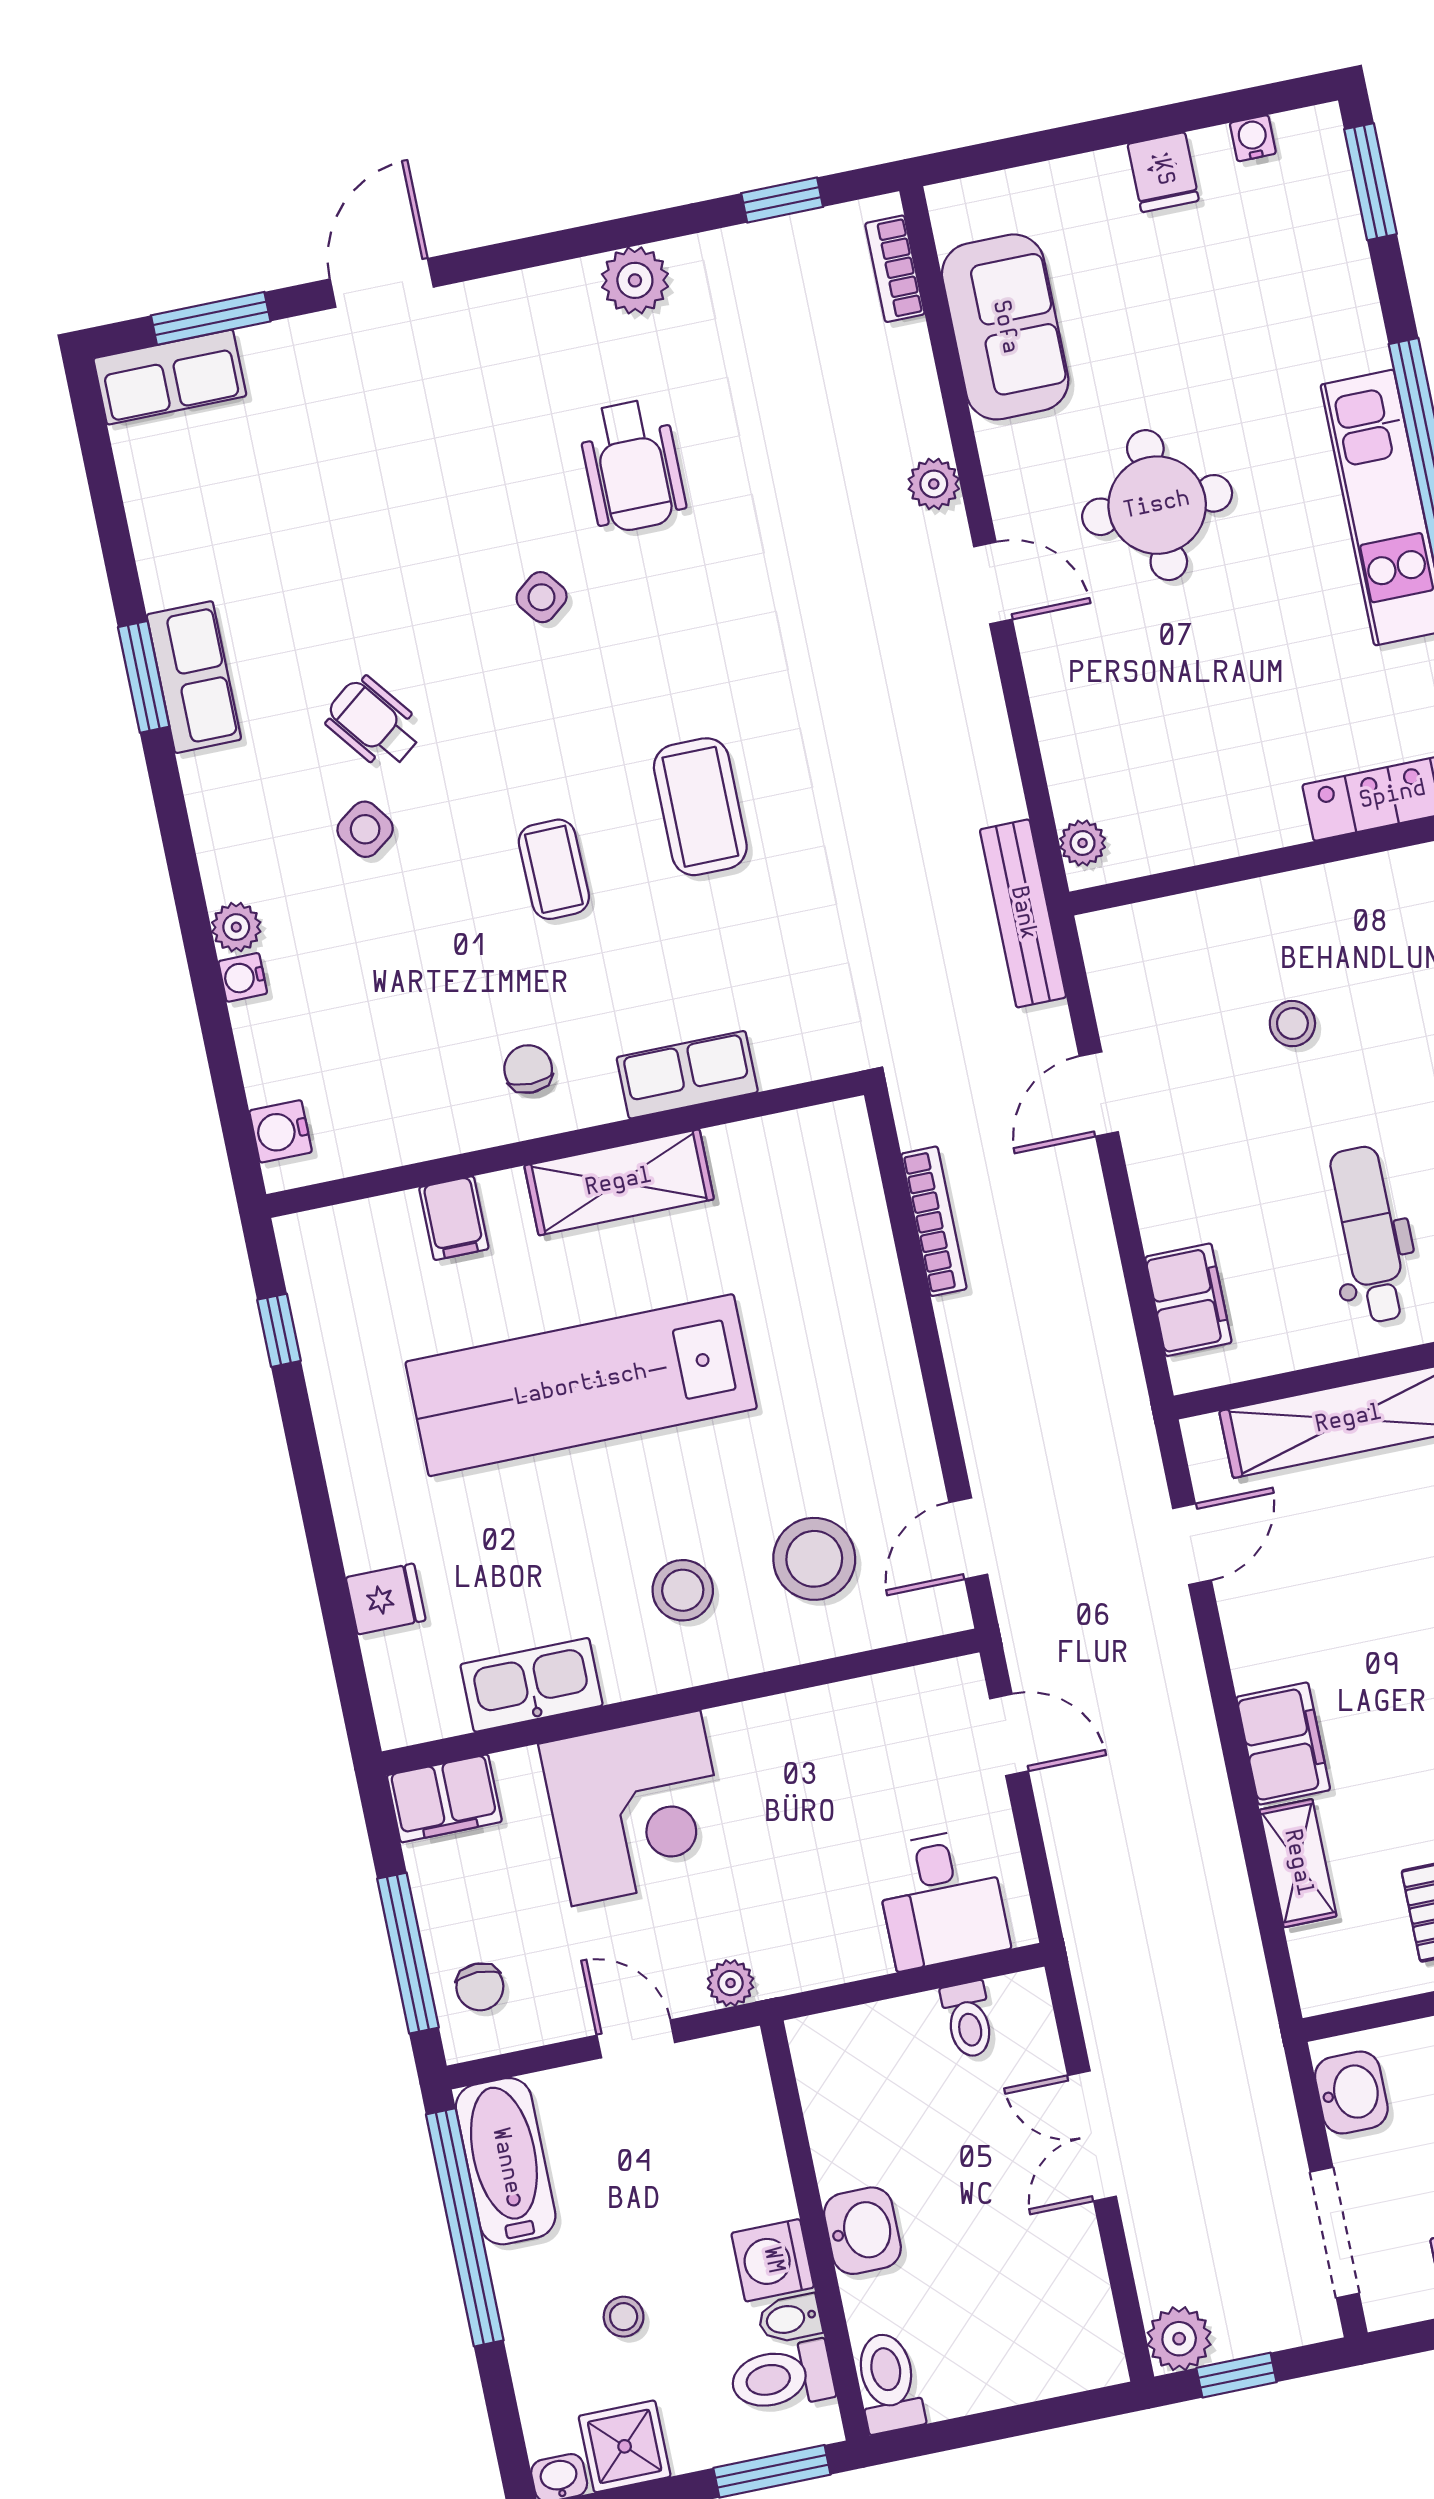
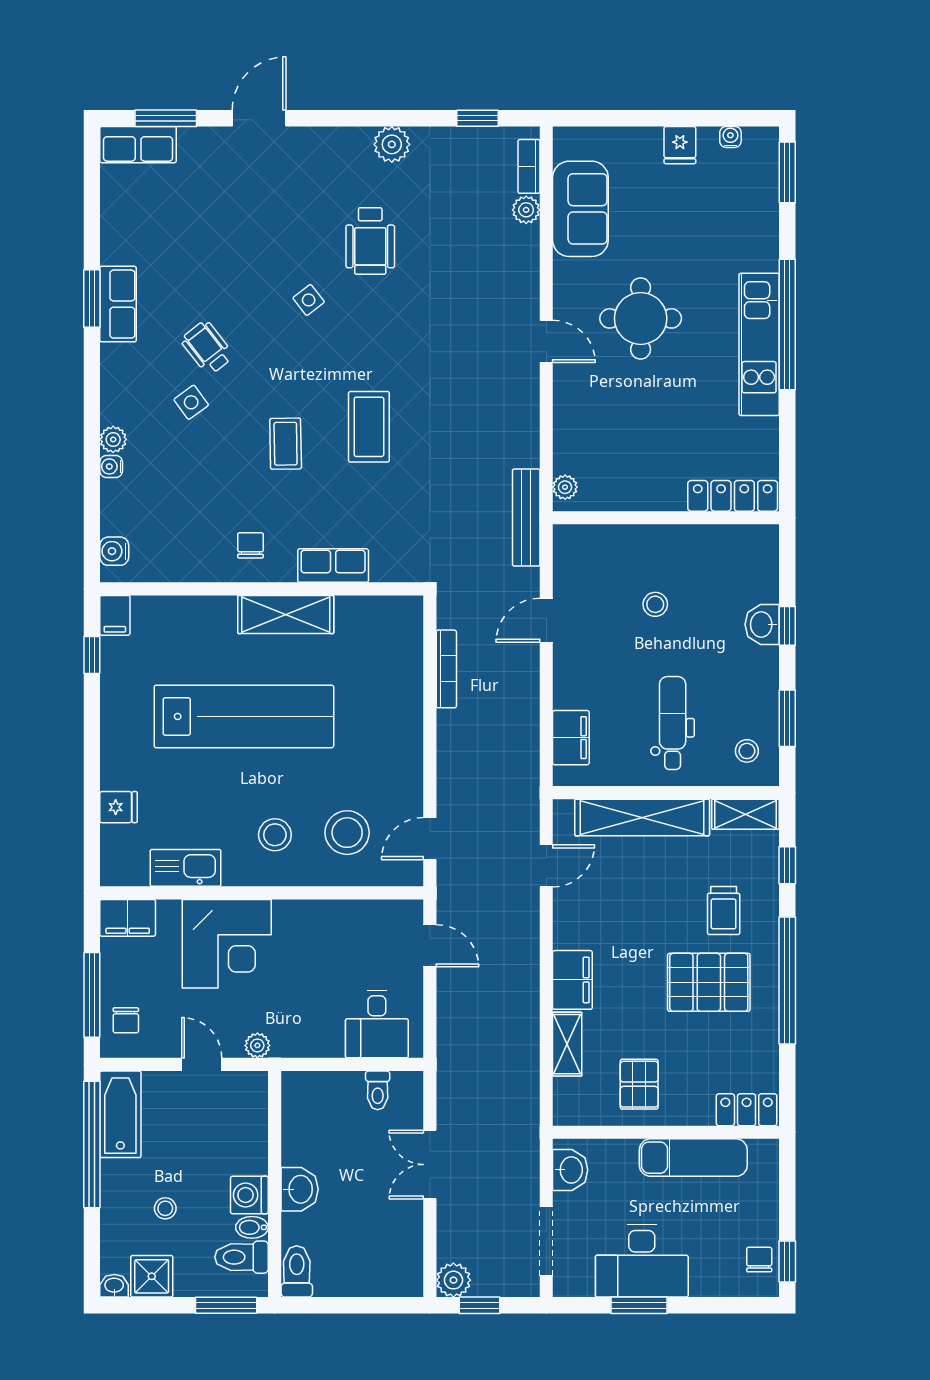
plant: (934, 484) -> (526, 210), moved
filing cabinet: (454, 1218) -> (115, 615), moved
lab bench: (581, 1385) -> (244, 716), turned 180

